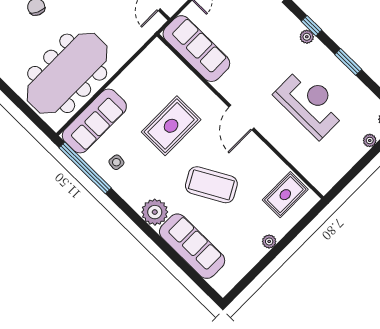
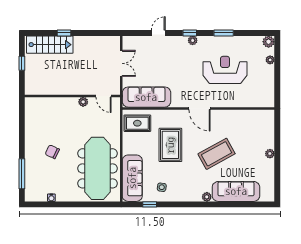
window: (85, 168) -> (150, 204), width x0.32
rug: (285, 195) -> (137, 123), moved, turned 90
plant: (155, 212) -> (207, 197), width x0.53, depth x0.53

